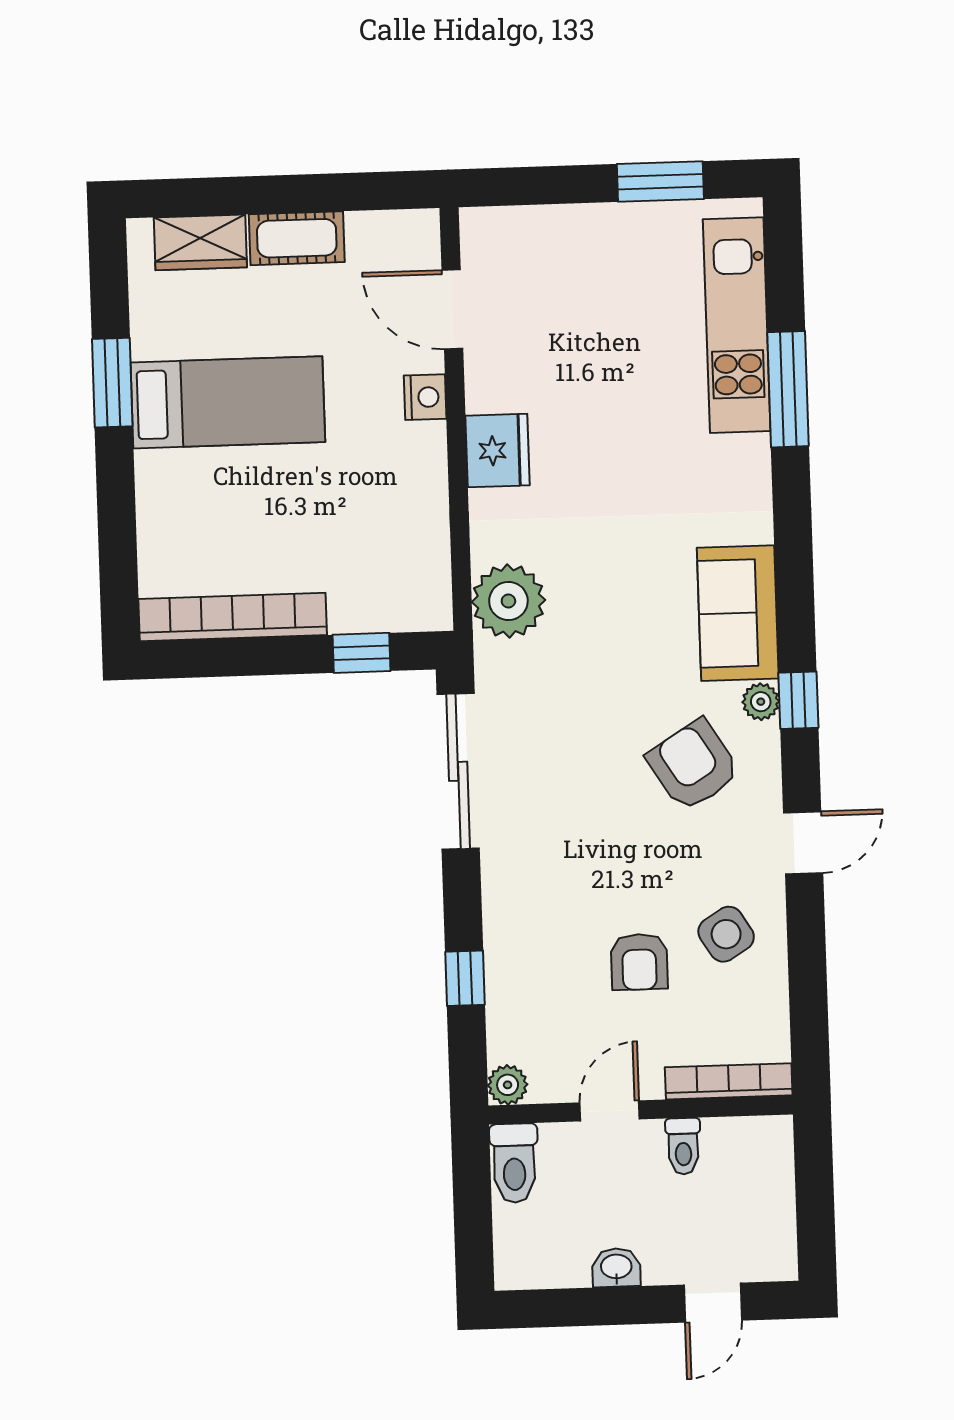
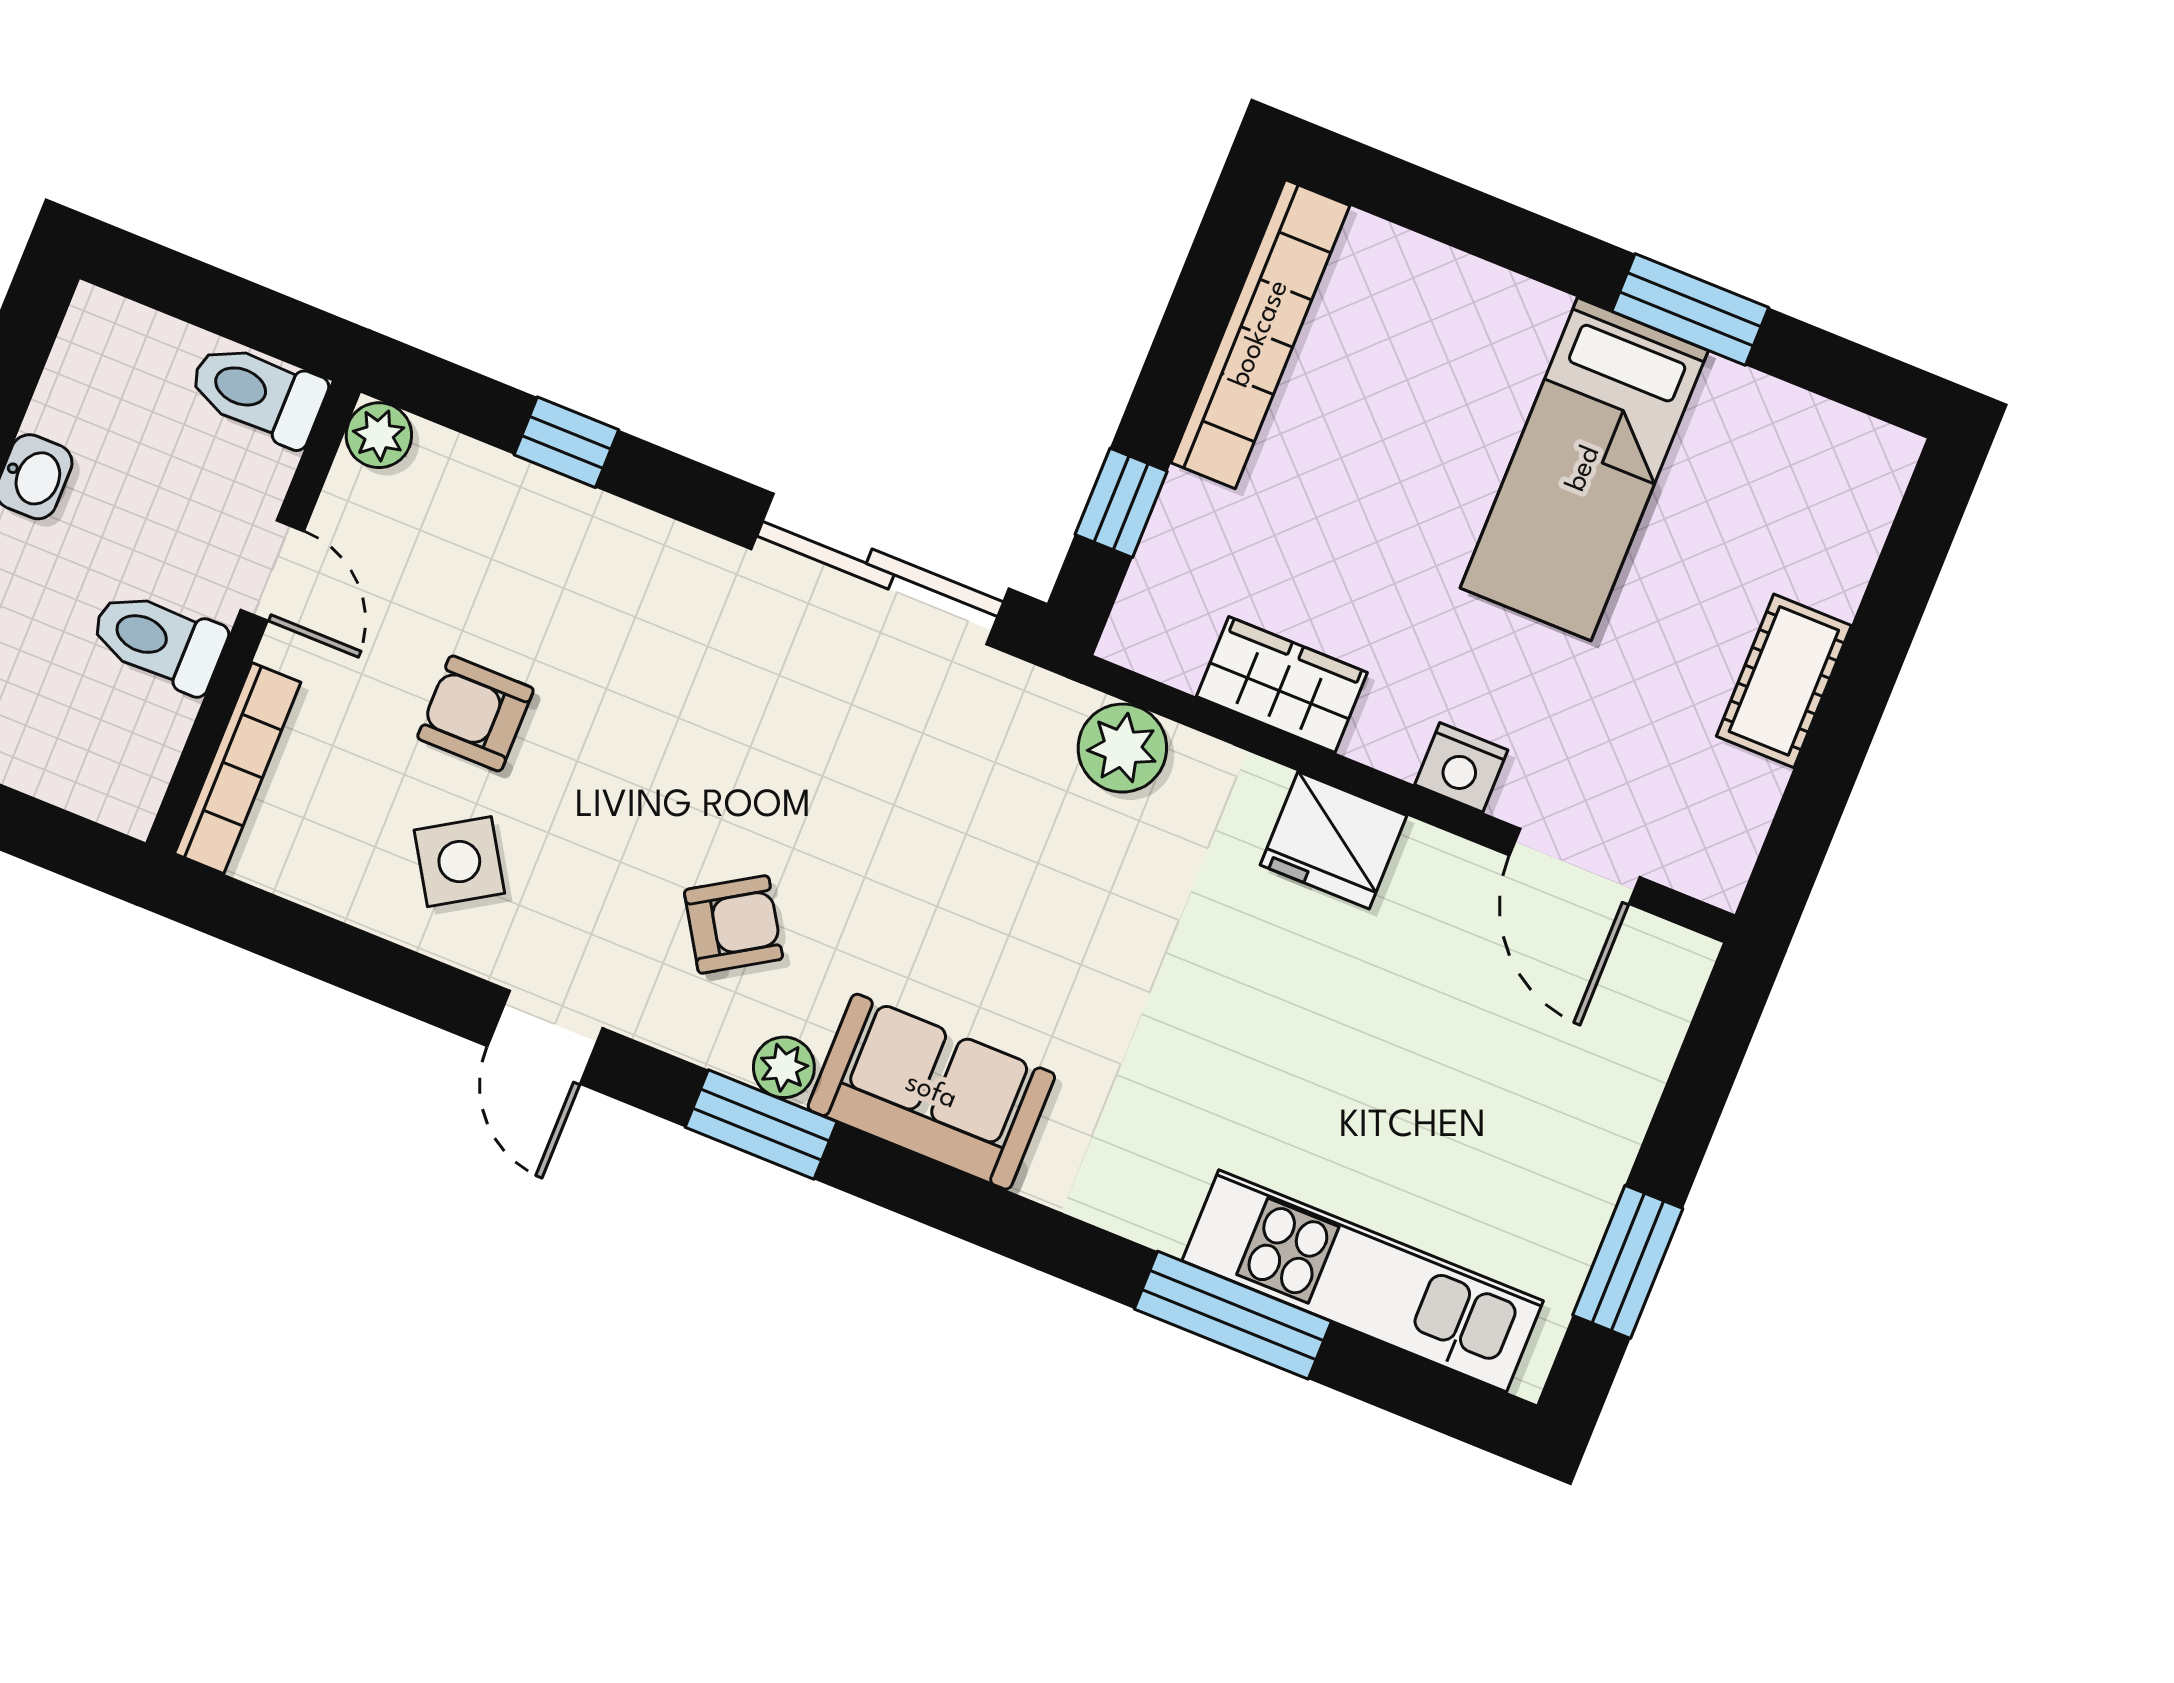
wardrobe: (200, 242) -> (1282, 685), moved, turned 90
door: (452, 309) -> (1574, 866), swing flipped
plant: (508, 601) -> (1122, 748), width x0.73, depth x0.73
window: (798, 700) -> (761, 1125), width x1.50
armchair: (693, 765) -> (733, 924), width x0.72, depth x0.72
toilet: (683, 1146) -> (158, 641), width x1.37, depth x1.39

